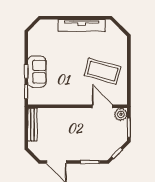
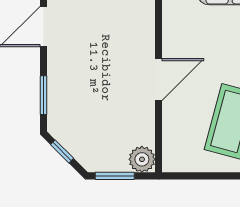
door: (102, 106) -> (159, 80), moved

